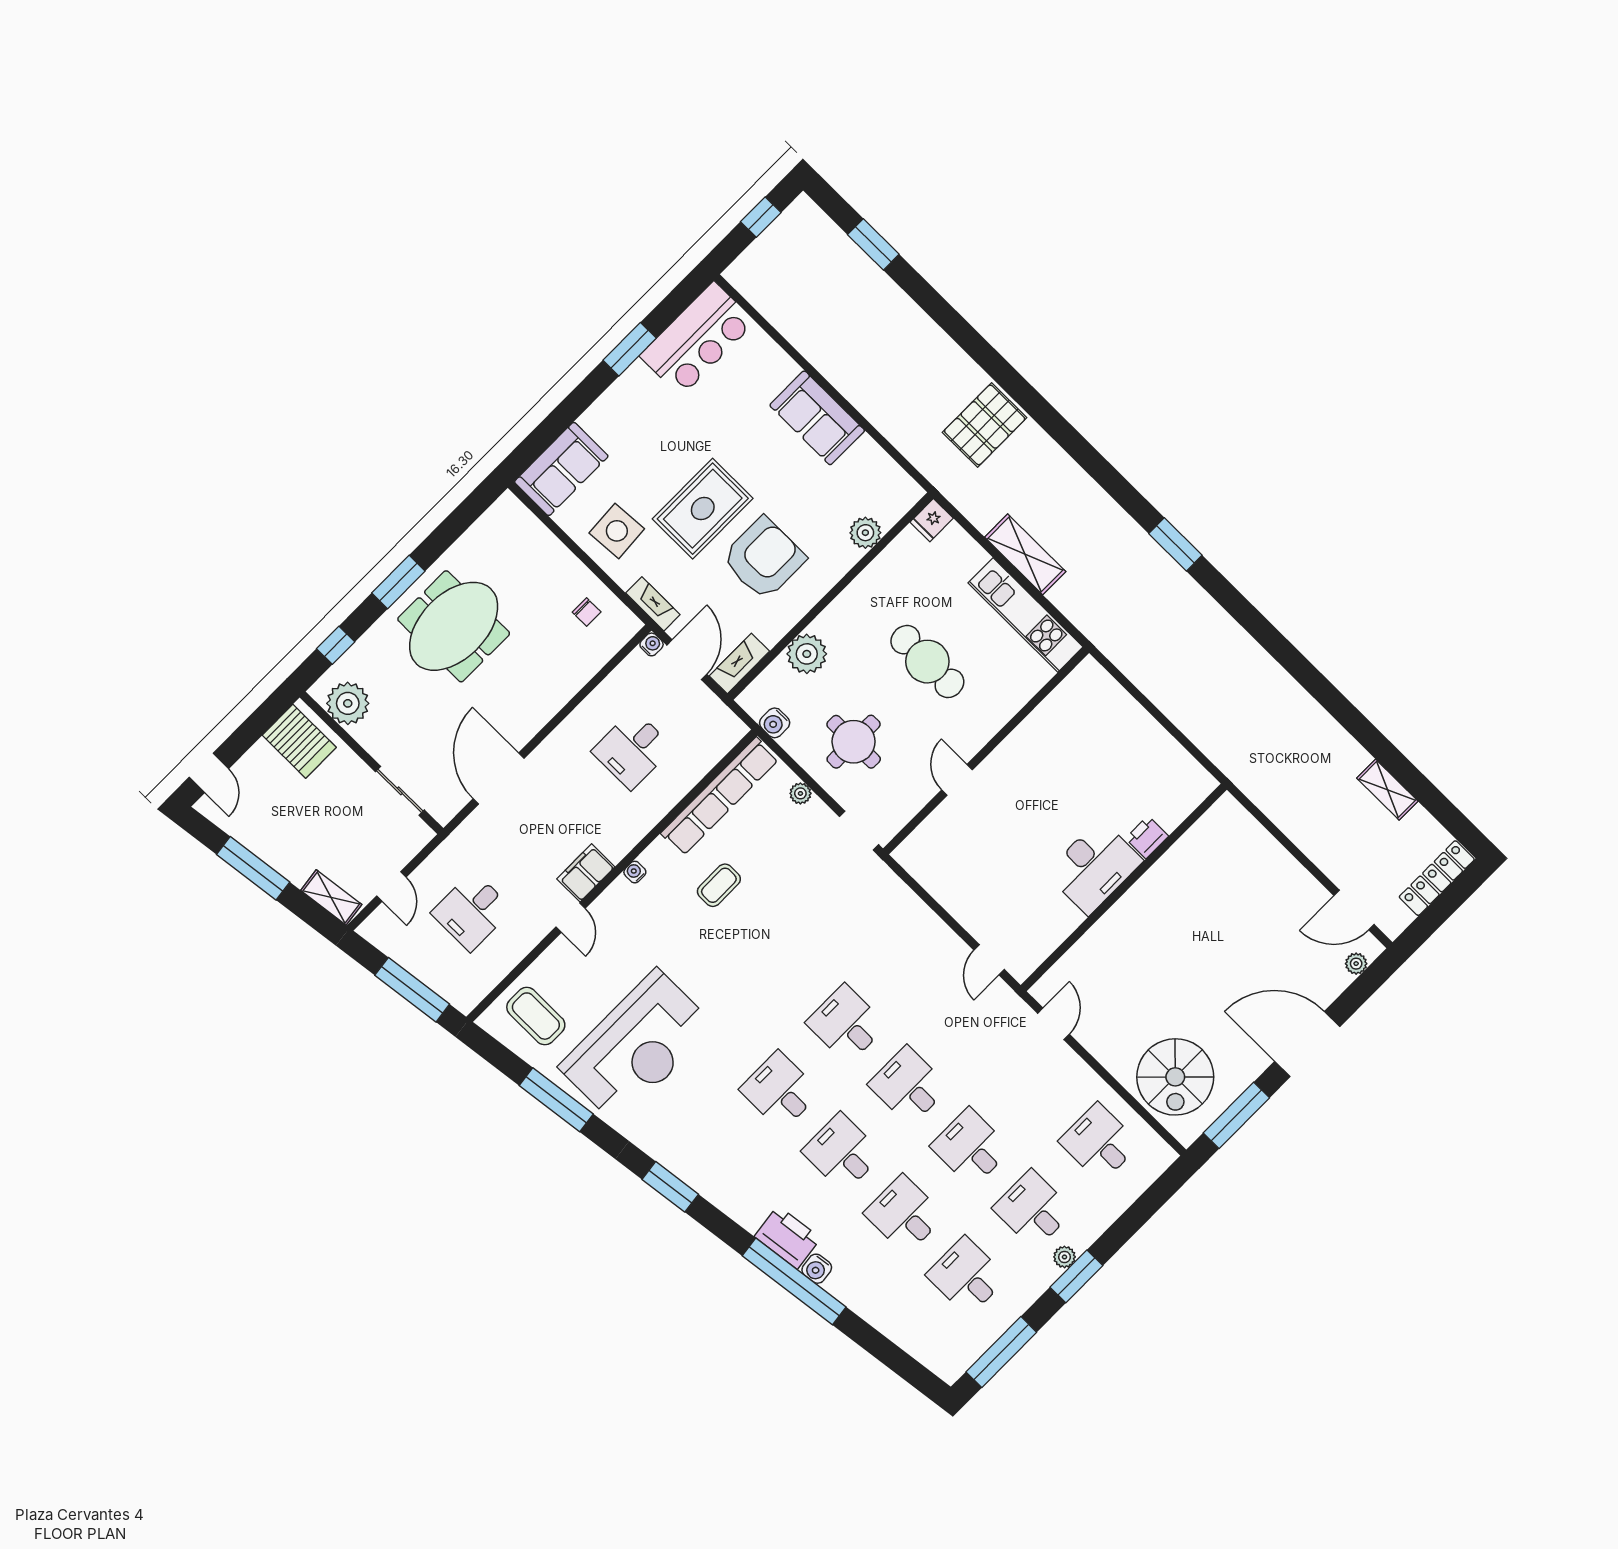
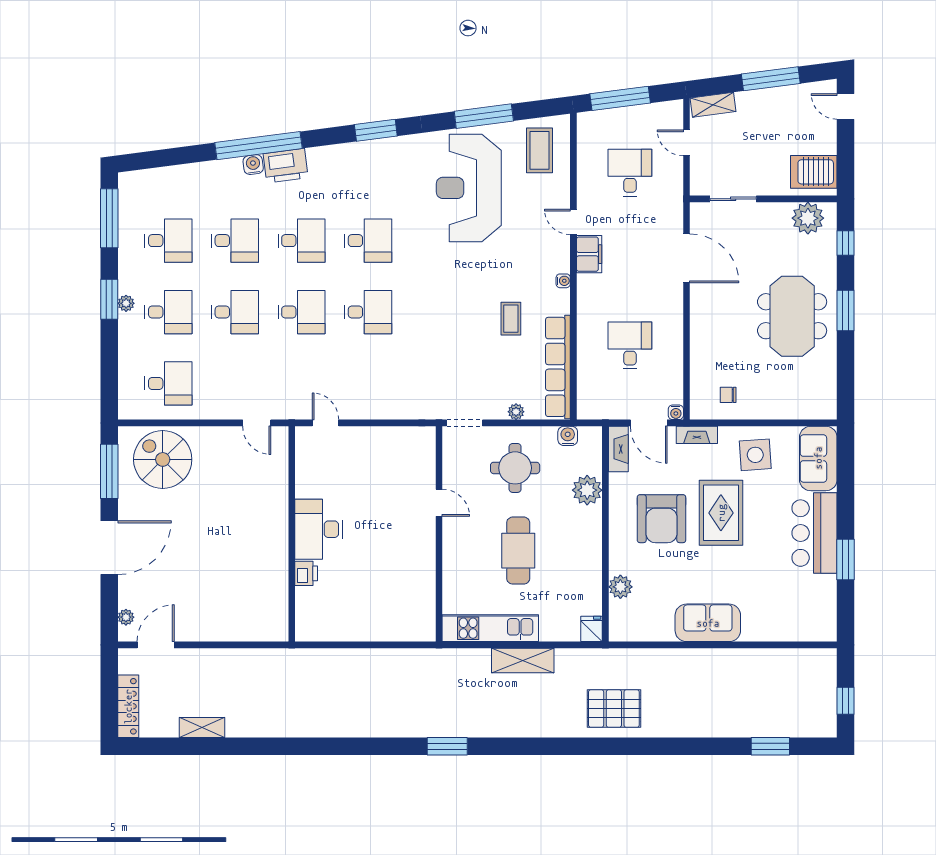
bar counter: (697, 339) -> (815, 533), moved
pallet: (985, 425) -> (614, 709), turned 90
cafe table: (927, 662) -> (518, 551), turned 90
coffee table: (536, 1016) -> (539, 150), turned 90

